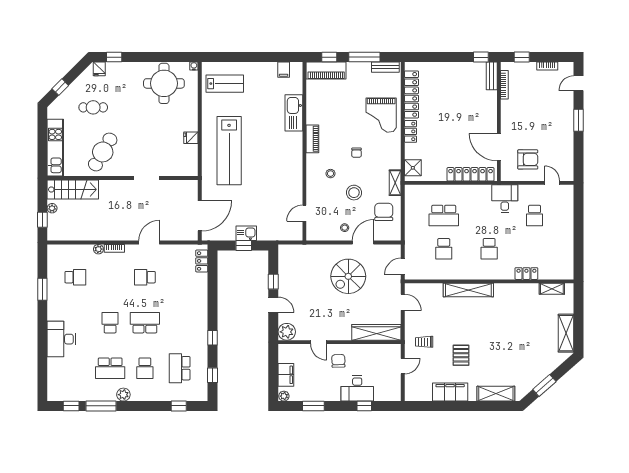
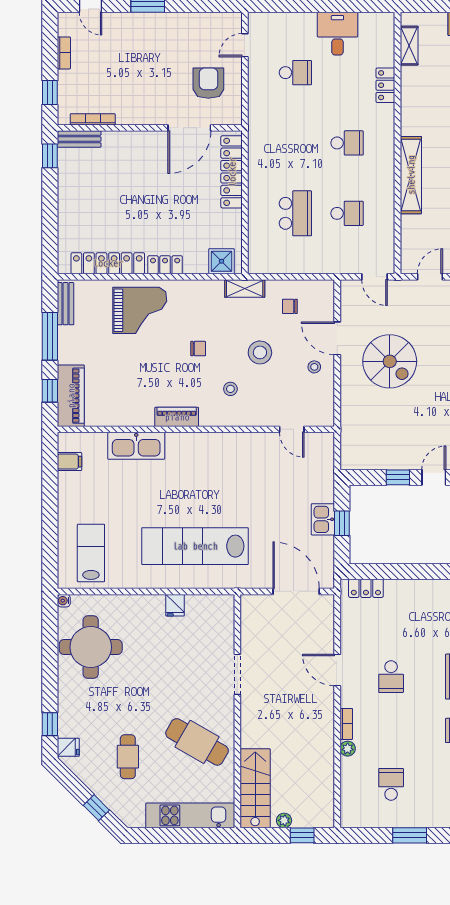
lab bench: (229, 151) -> (195, 546), turned 180
desk: (505, 199) -> (337, 34), moved, turned 90
chair: (384, 212) -> (290, 306), width x0.54, depth x0.54

